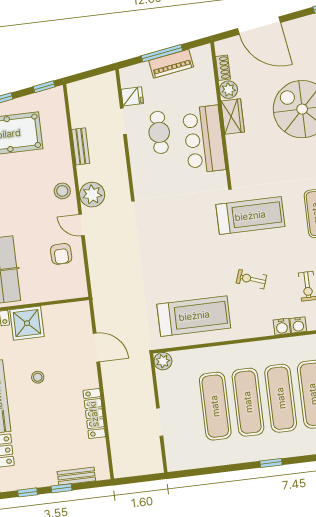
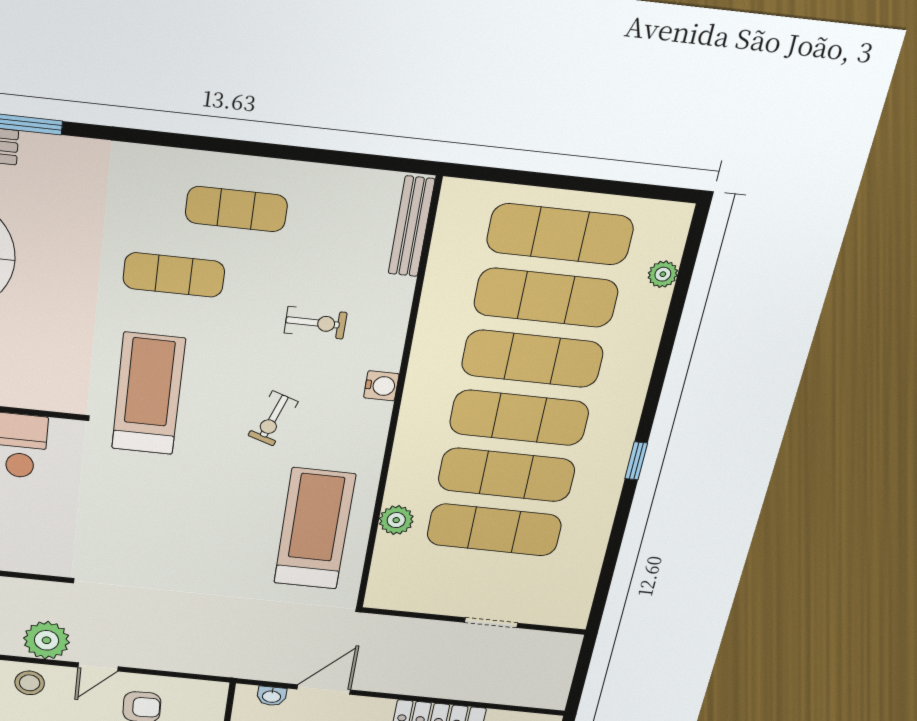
washbasin: (85, 321) -> (272, 696), added
water cooler: (298, 325) -> (387, 356), removed
plant: (163, 361) -> (396, 520), moved

